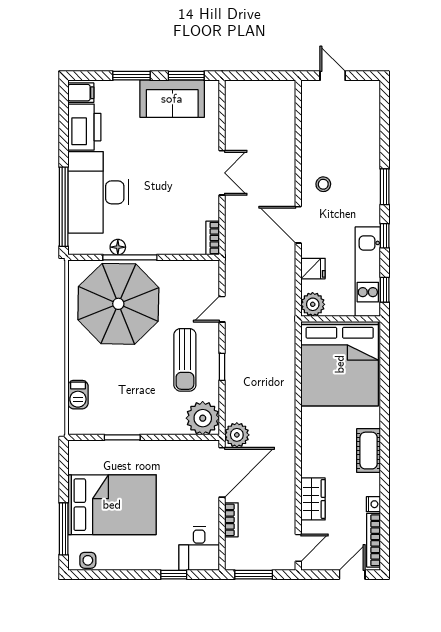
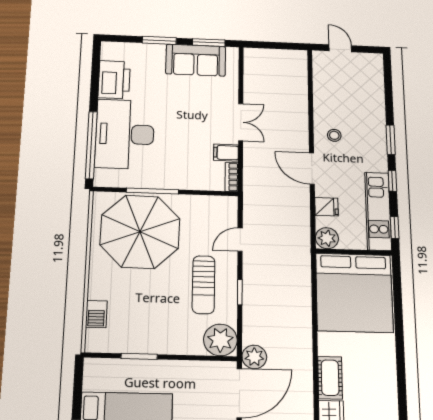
filing cabinet: (81, 93) -> (226, 153), moved, turned 180
floor lamp: (118, 247) -> (141, 182), removed
cot: (369, 451) -> (330, 378), moved

